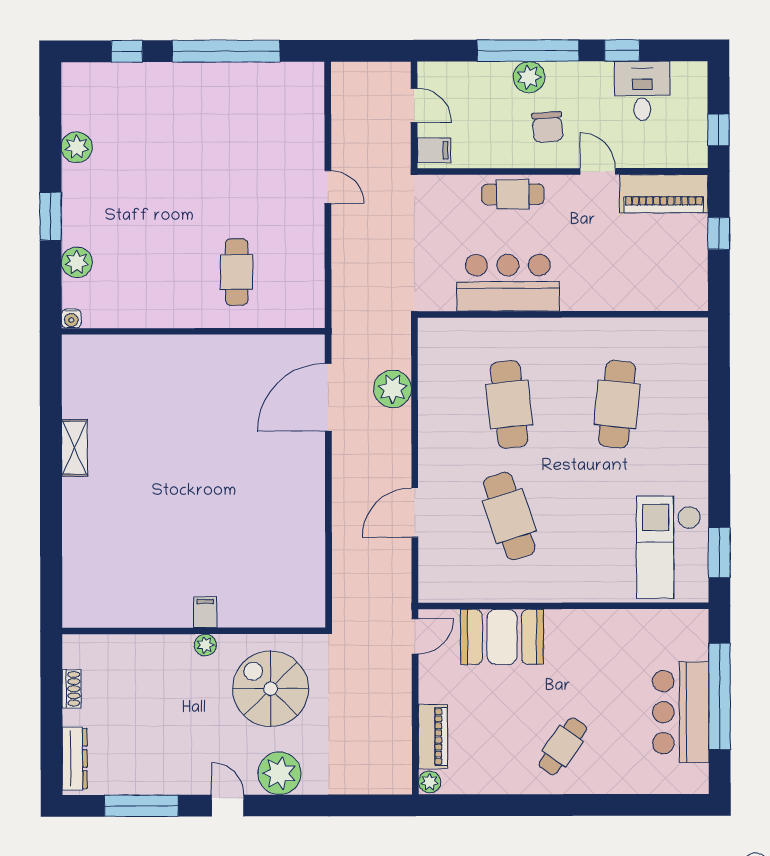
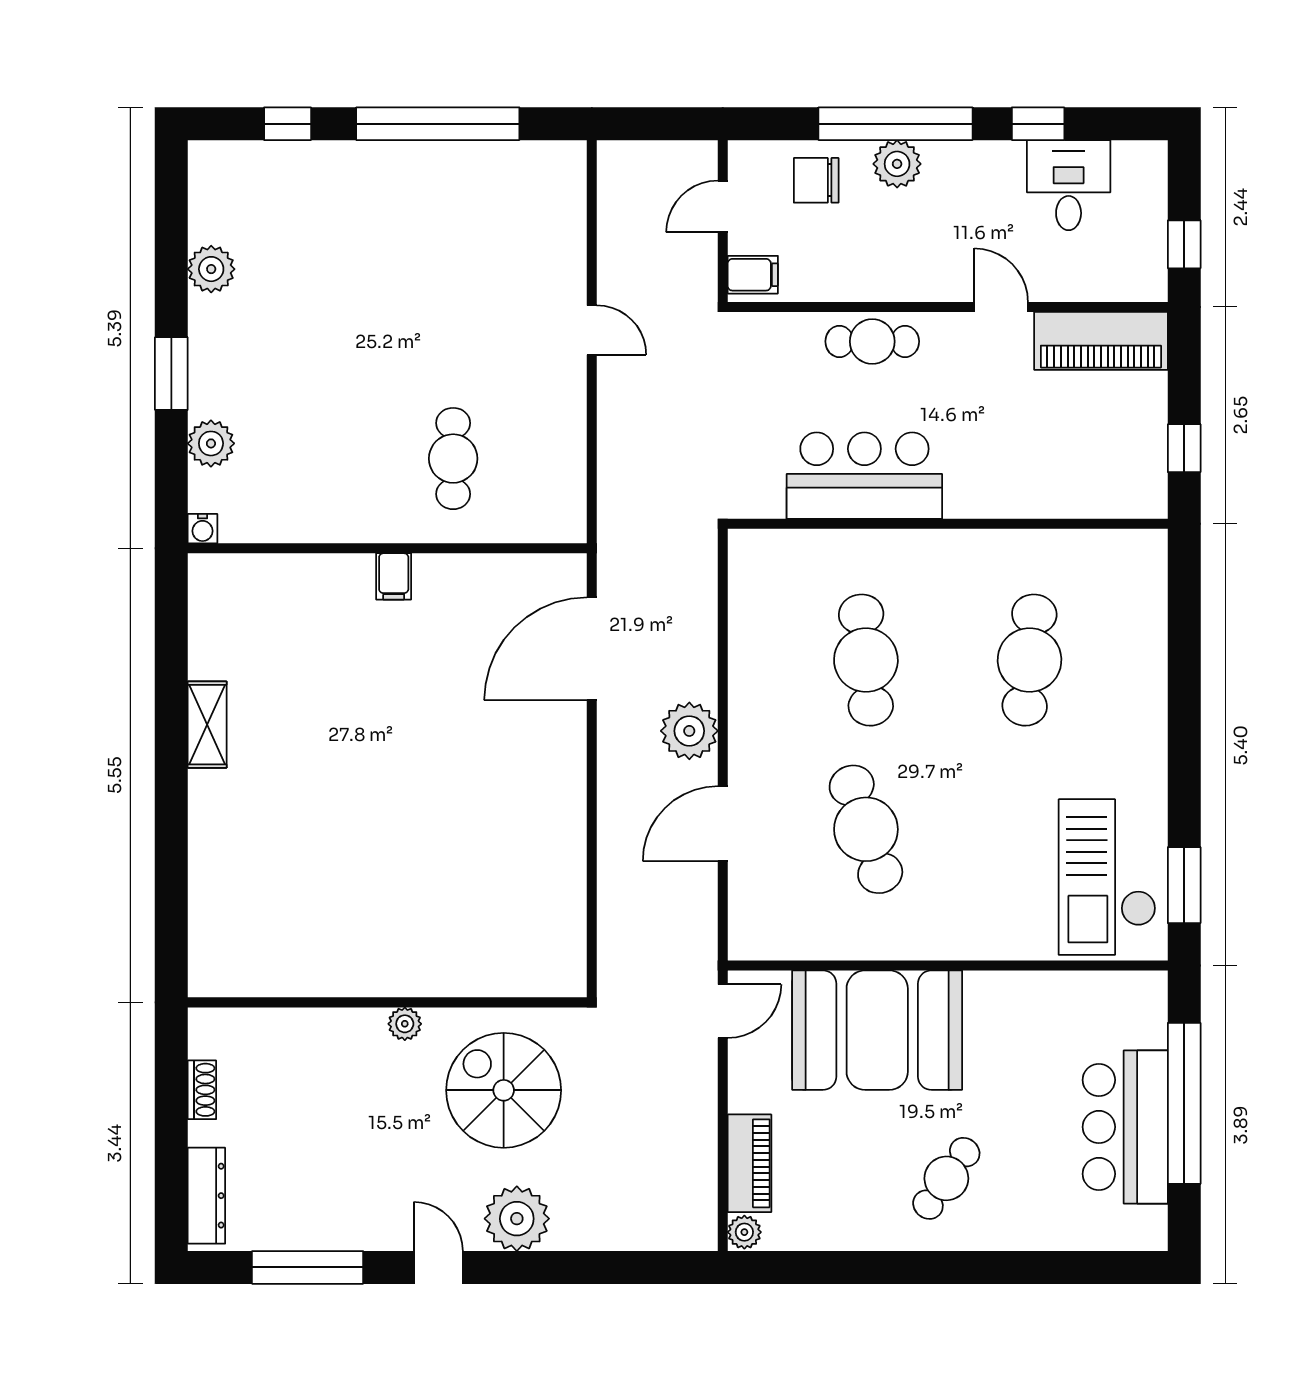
door: (414, 105) -> (723, 206), swing flipped
chair: (548, 127) -> (816, 180), moved, turned 94
window: (719, 234) -> (1184, 448), moved
plant: (393, 389) -> (689, 731), moved
filing cabinet: (205, 612) -> (394, 576), moved, turned 180
booth: (502, 637) -> (877, 1030), width x1.36, depth x1.42

